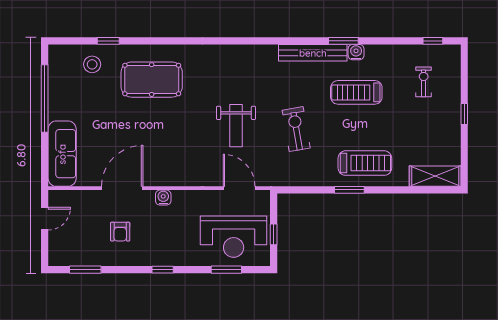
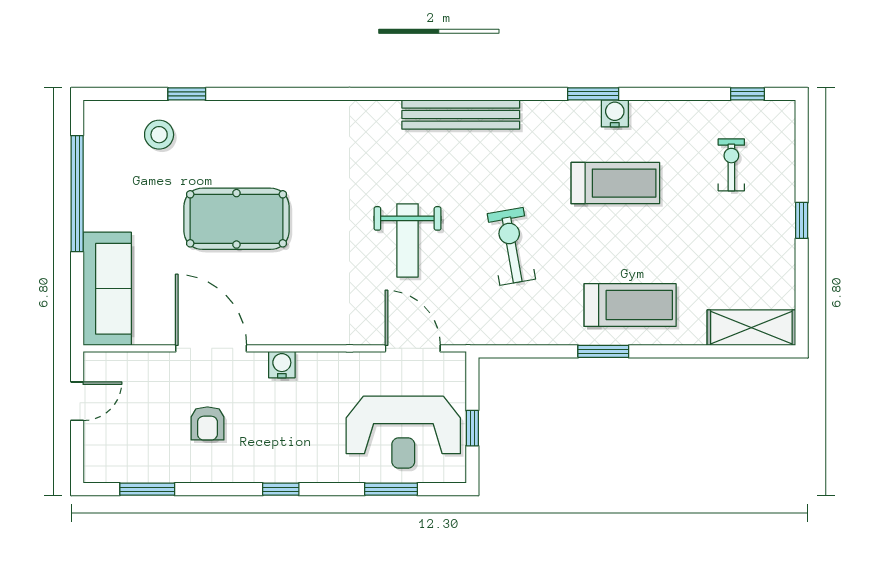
bench: (313, 53) -> (461, 115), moved
pool table: (152, 80) -> (236, 219), moved
treadmill: (356, 92) -> (615, 183), turned 180
door: (122, 188) -> (211, 348), hinge flipped

